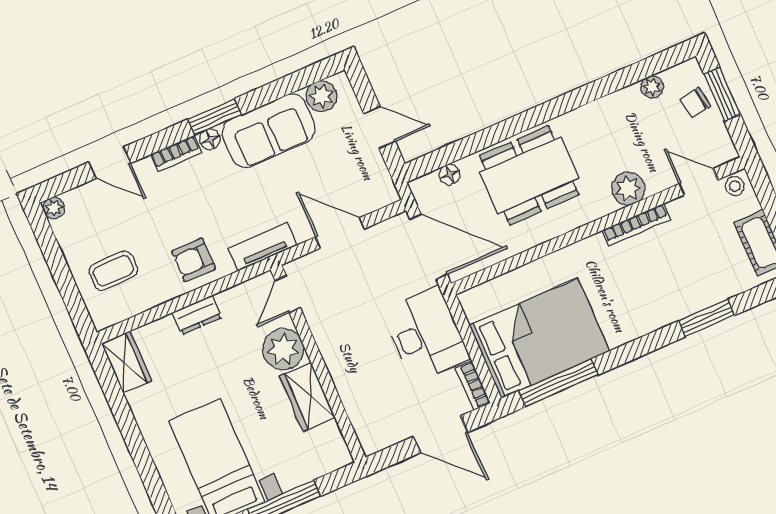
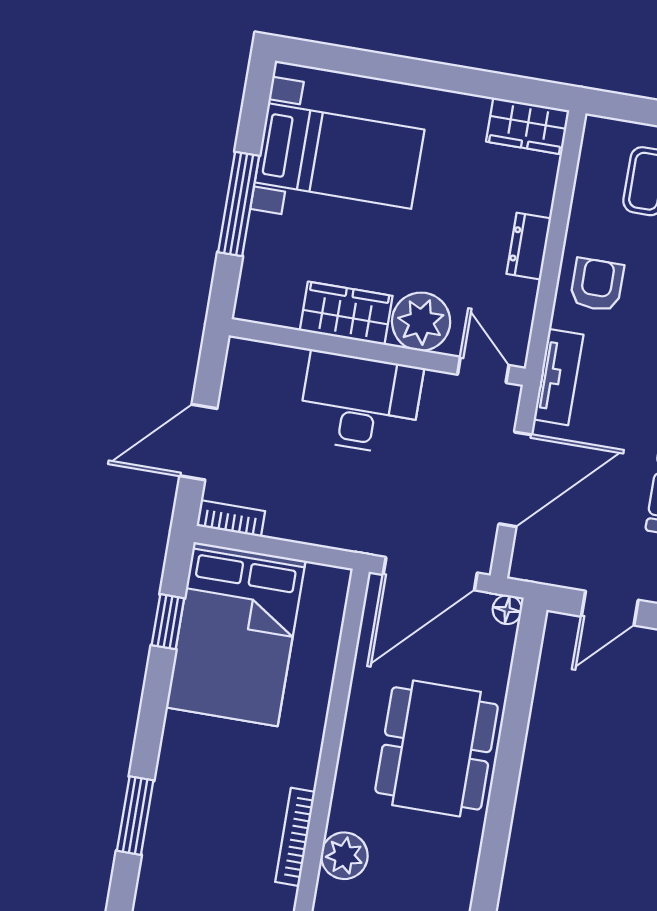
floor lamp: (450, 174) -> (507, 610), moved
door: (340, 233) -> (515, 479), width x1.36
window: (707, 318) -> (135, 816), moved
desk: (426, 334) -> (360, 403), moved, turned 180
window: (558, 383) -> (168, 622), width x0.46

